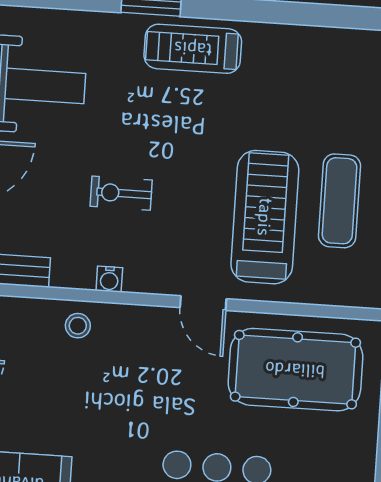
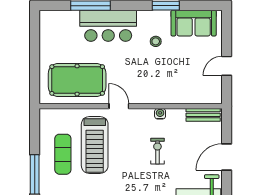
exercise bike: (121, 193) -> (157, 151), turned -90
stool: (78, 326) -> (156, 41), moved

